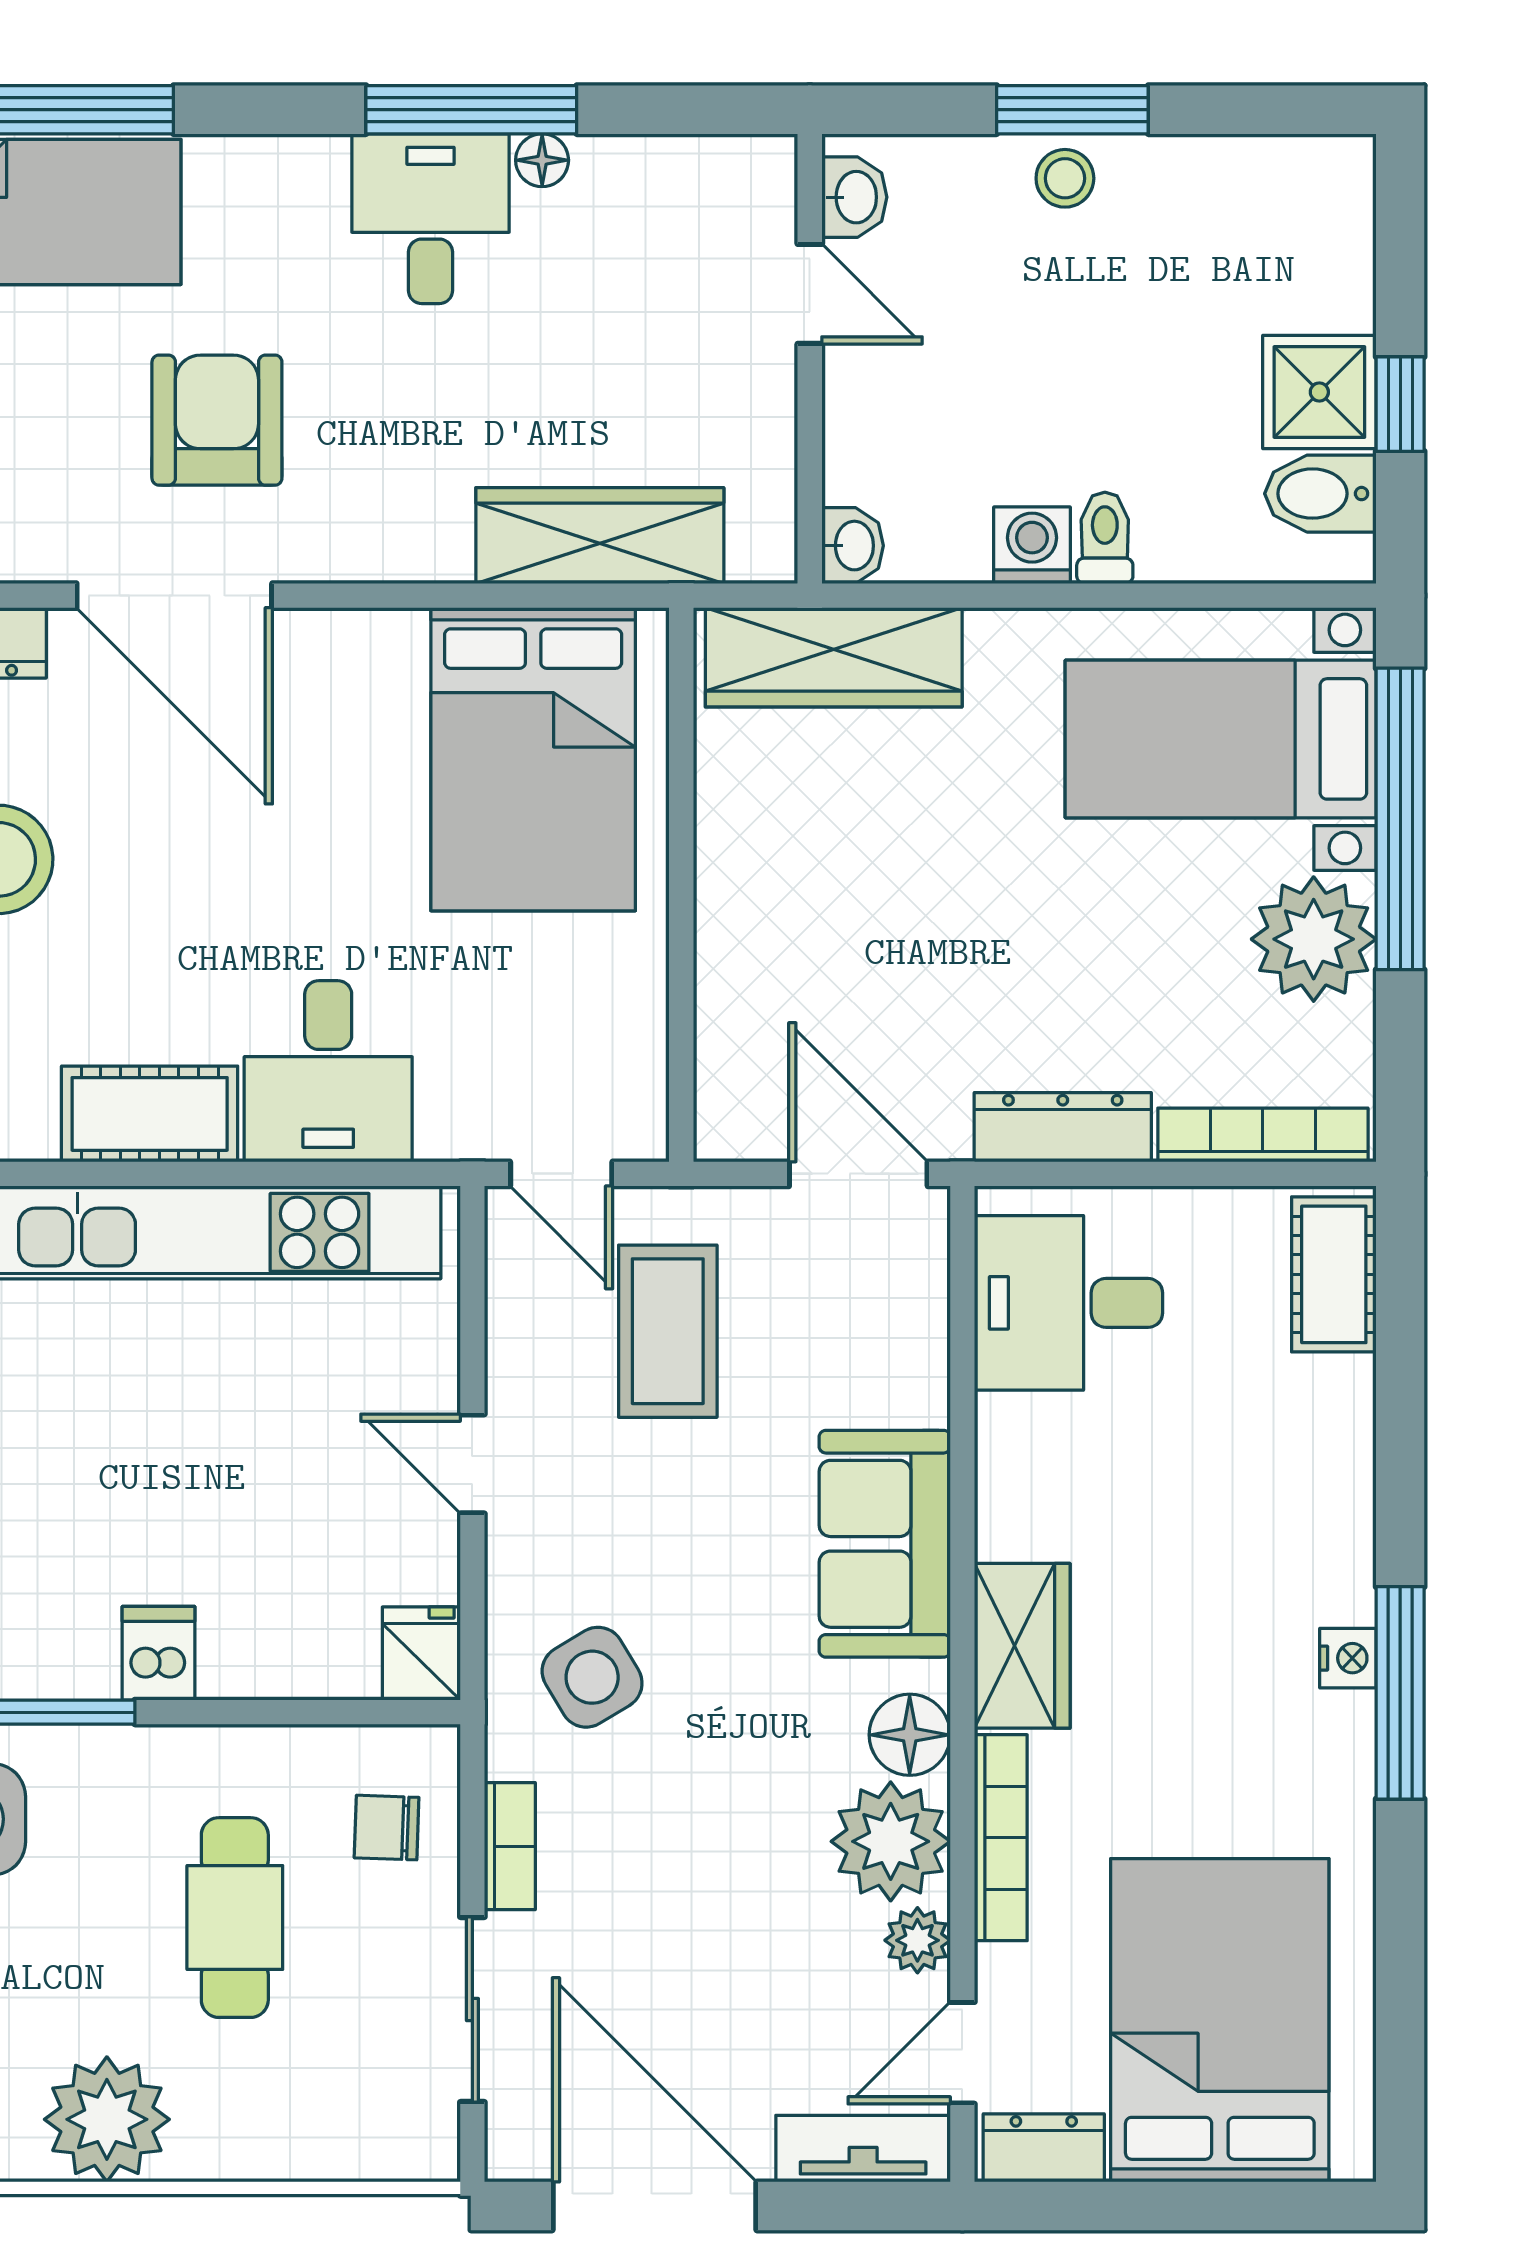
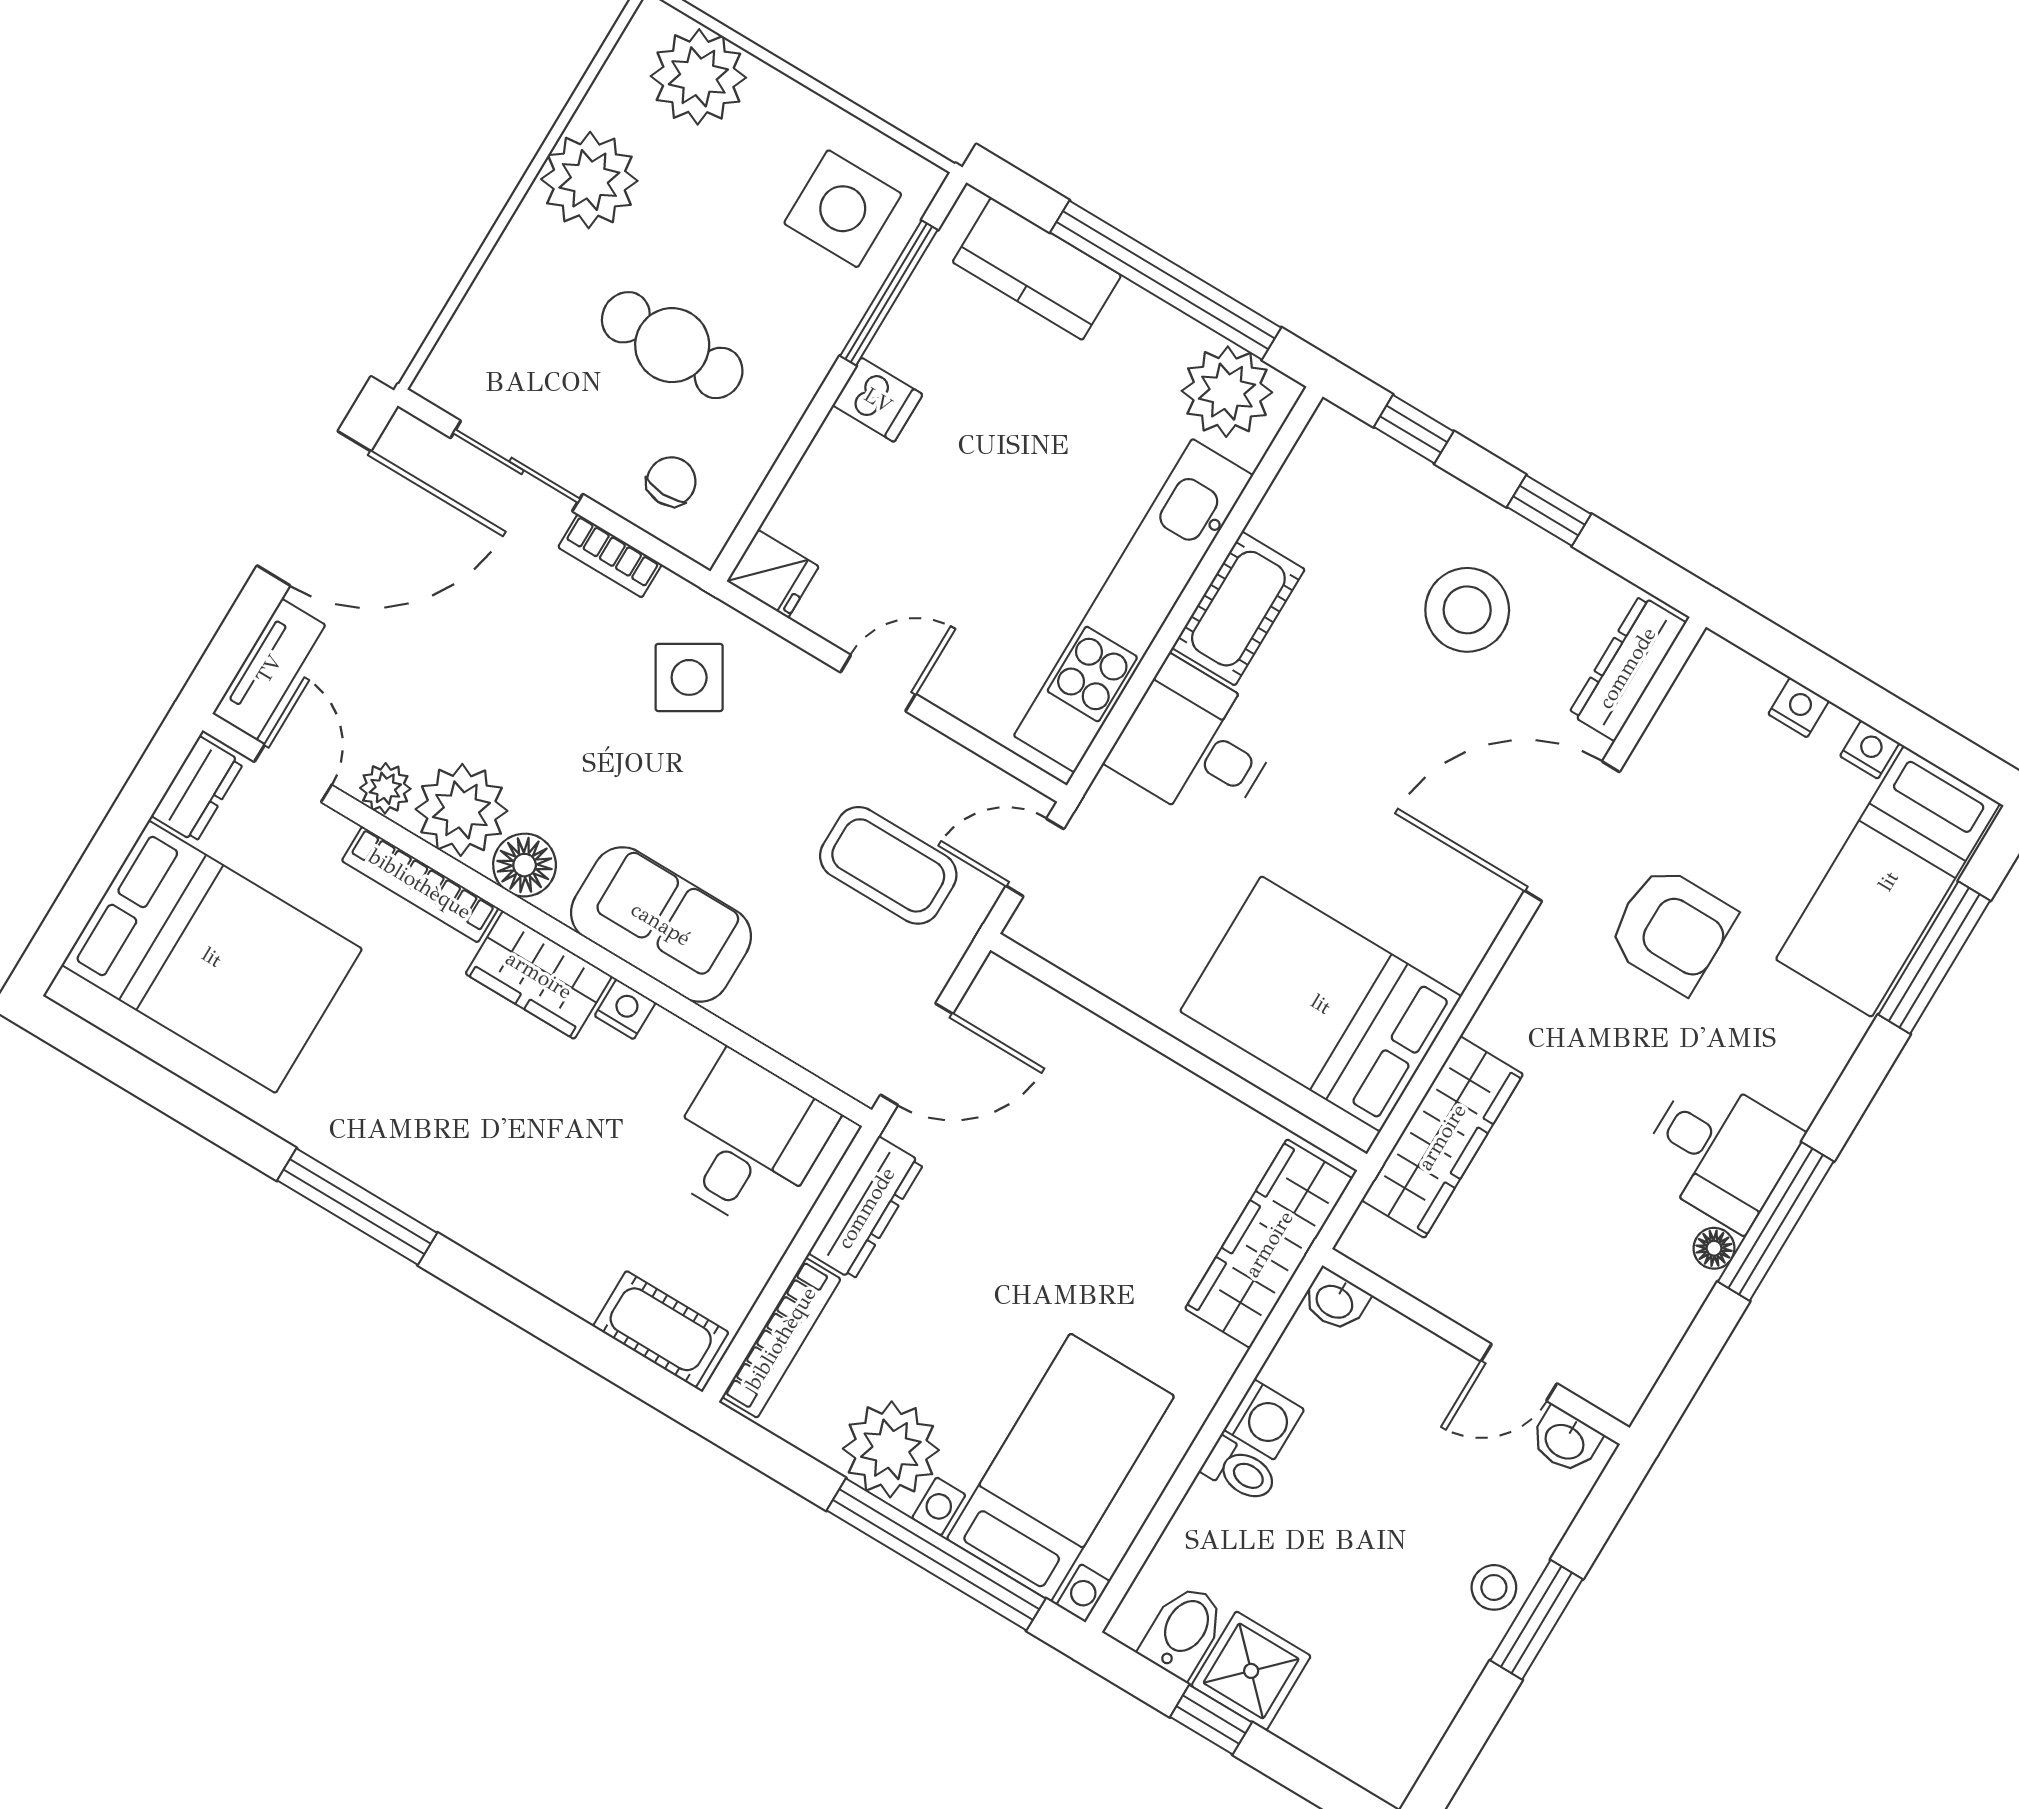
nightstand: (1348, 1658) -> (625, 1009), moved, turned 180

